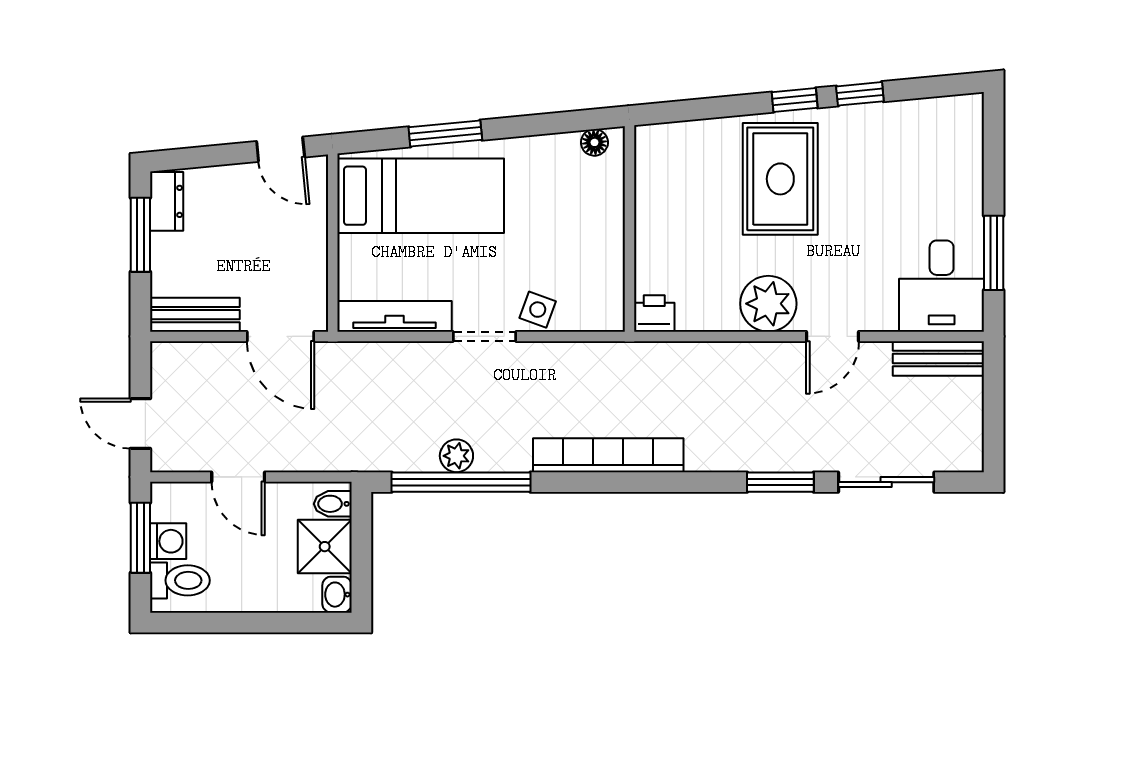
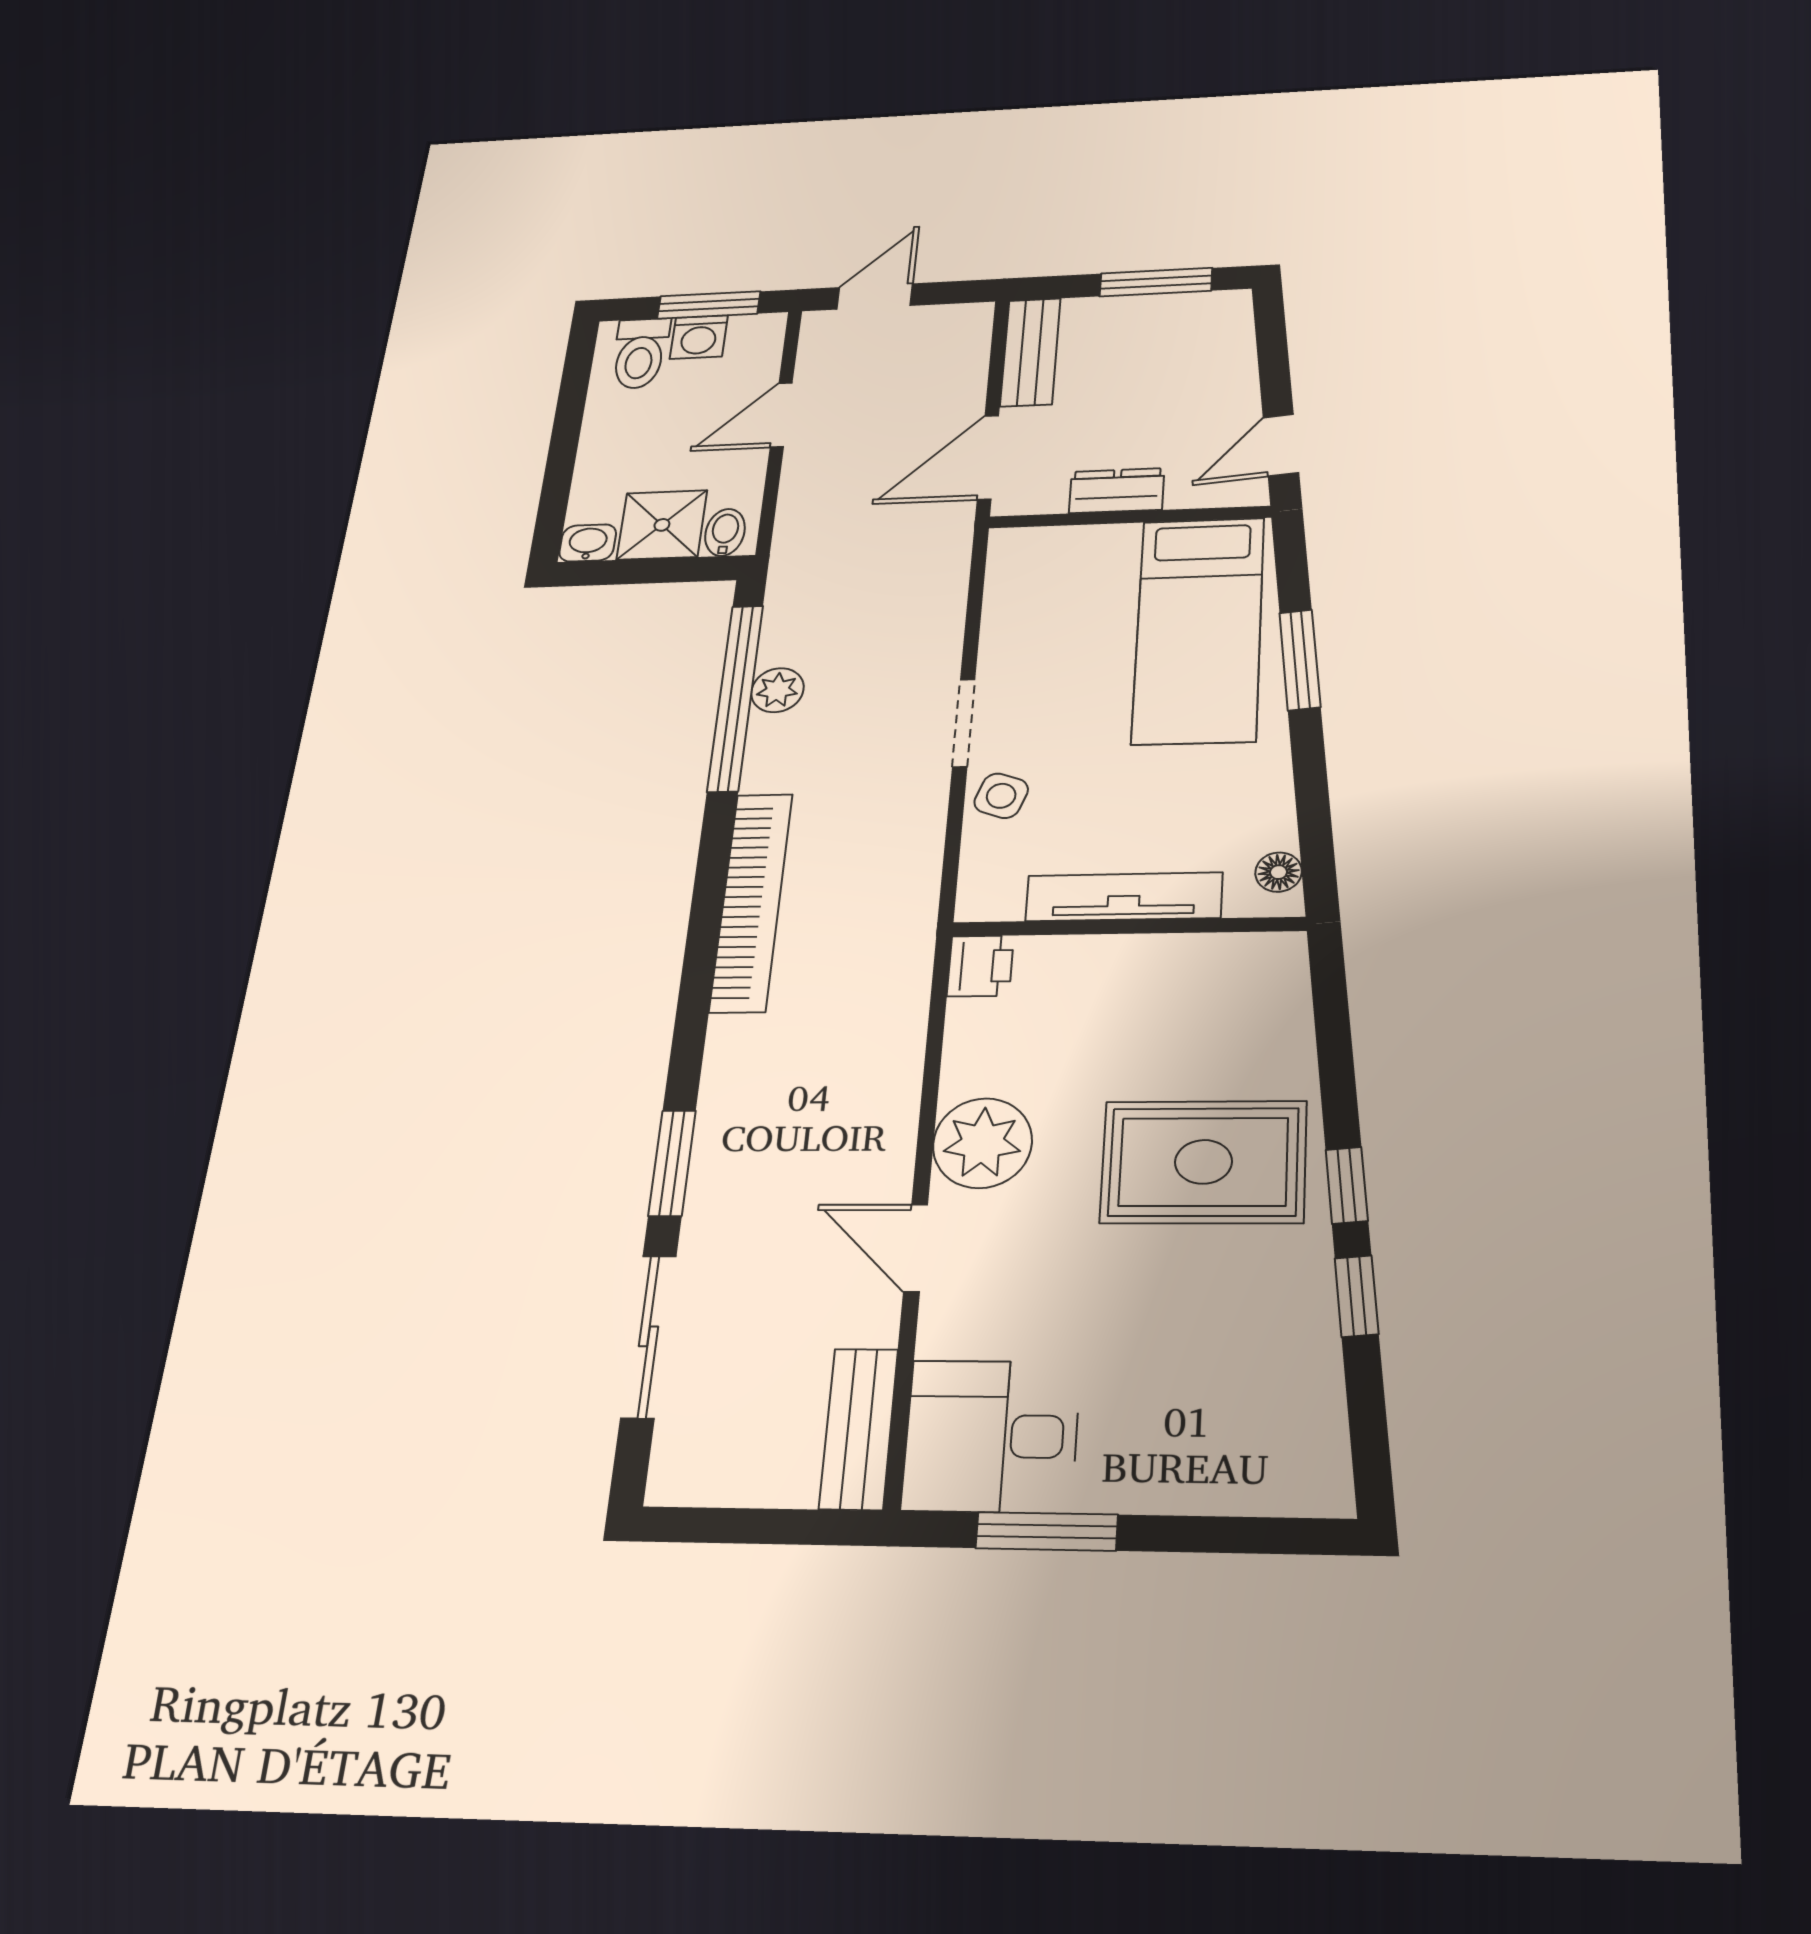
dresser: (167, 201) -> (1117, 491), moved, turned 180
tv unit: (395, 316) -> (1124, 897), moved, turned -90

